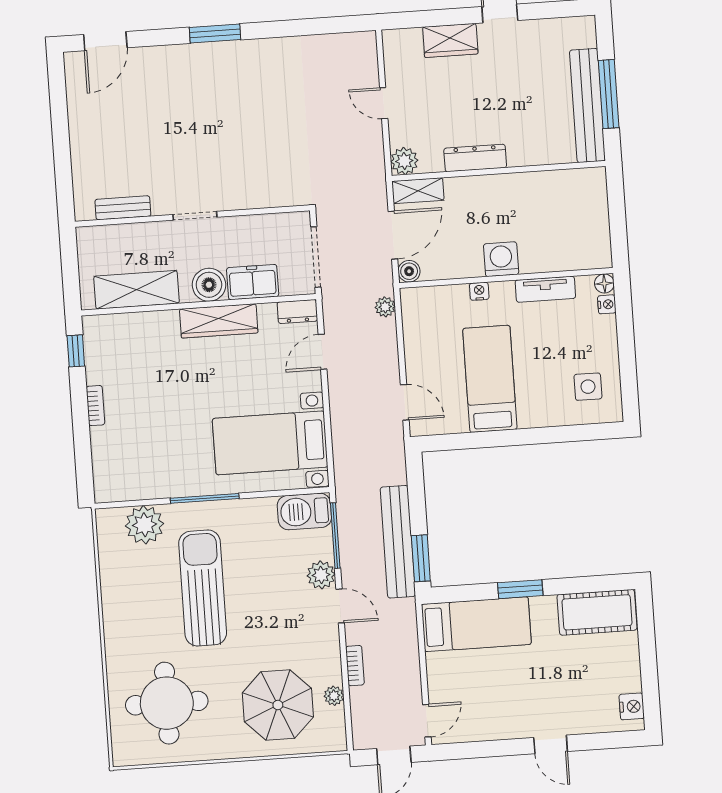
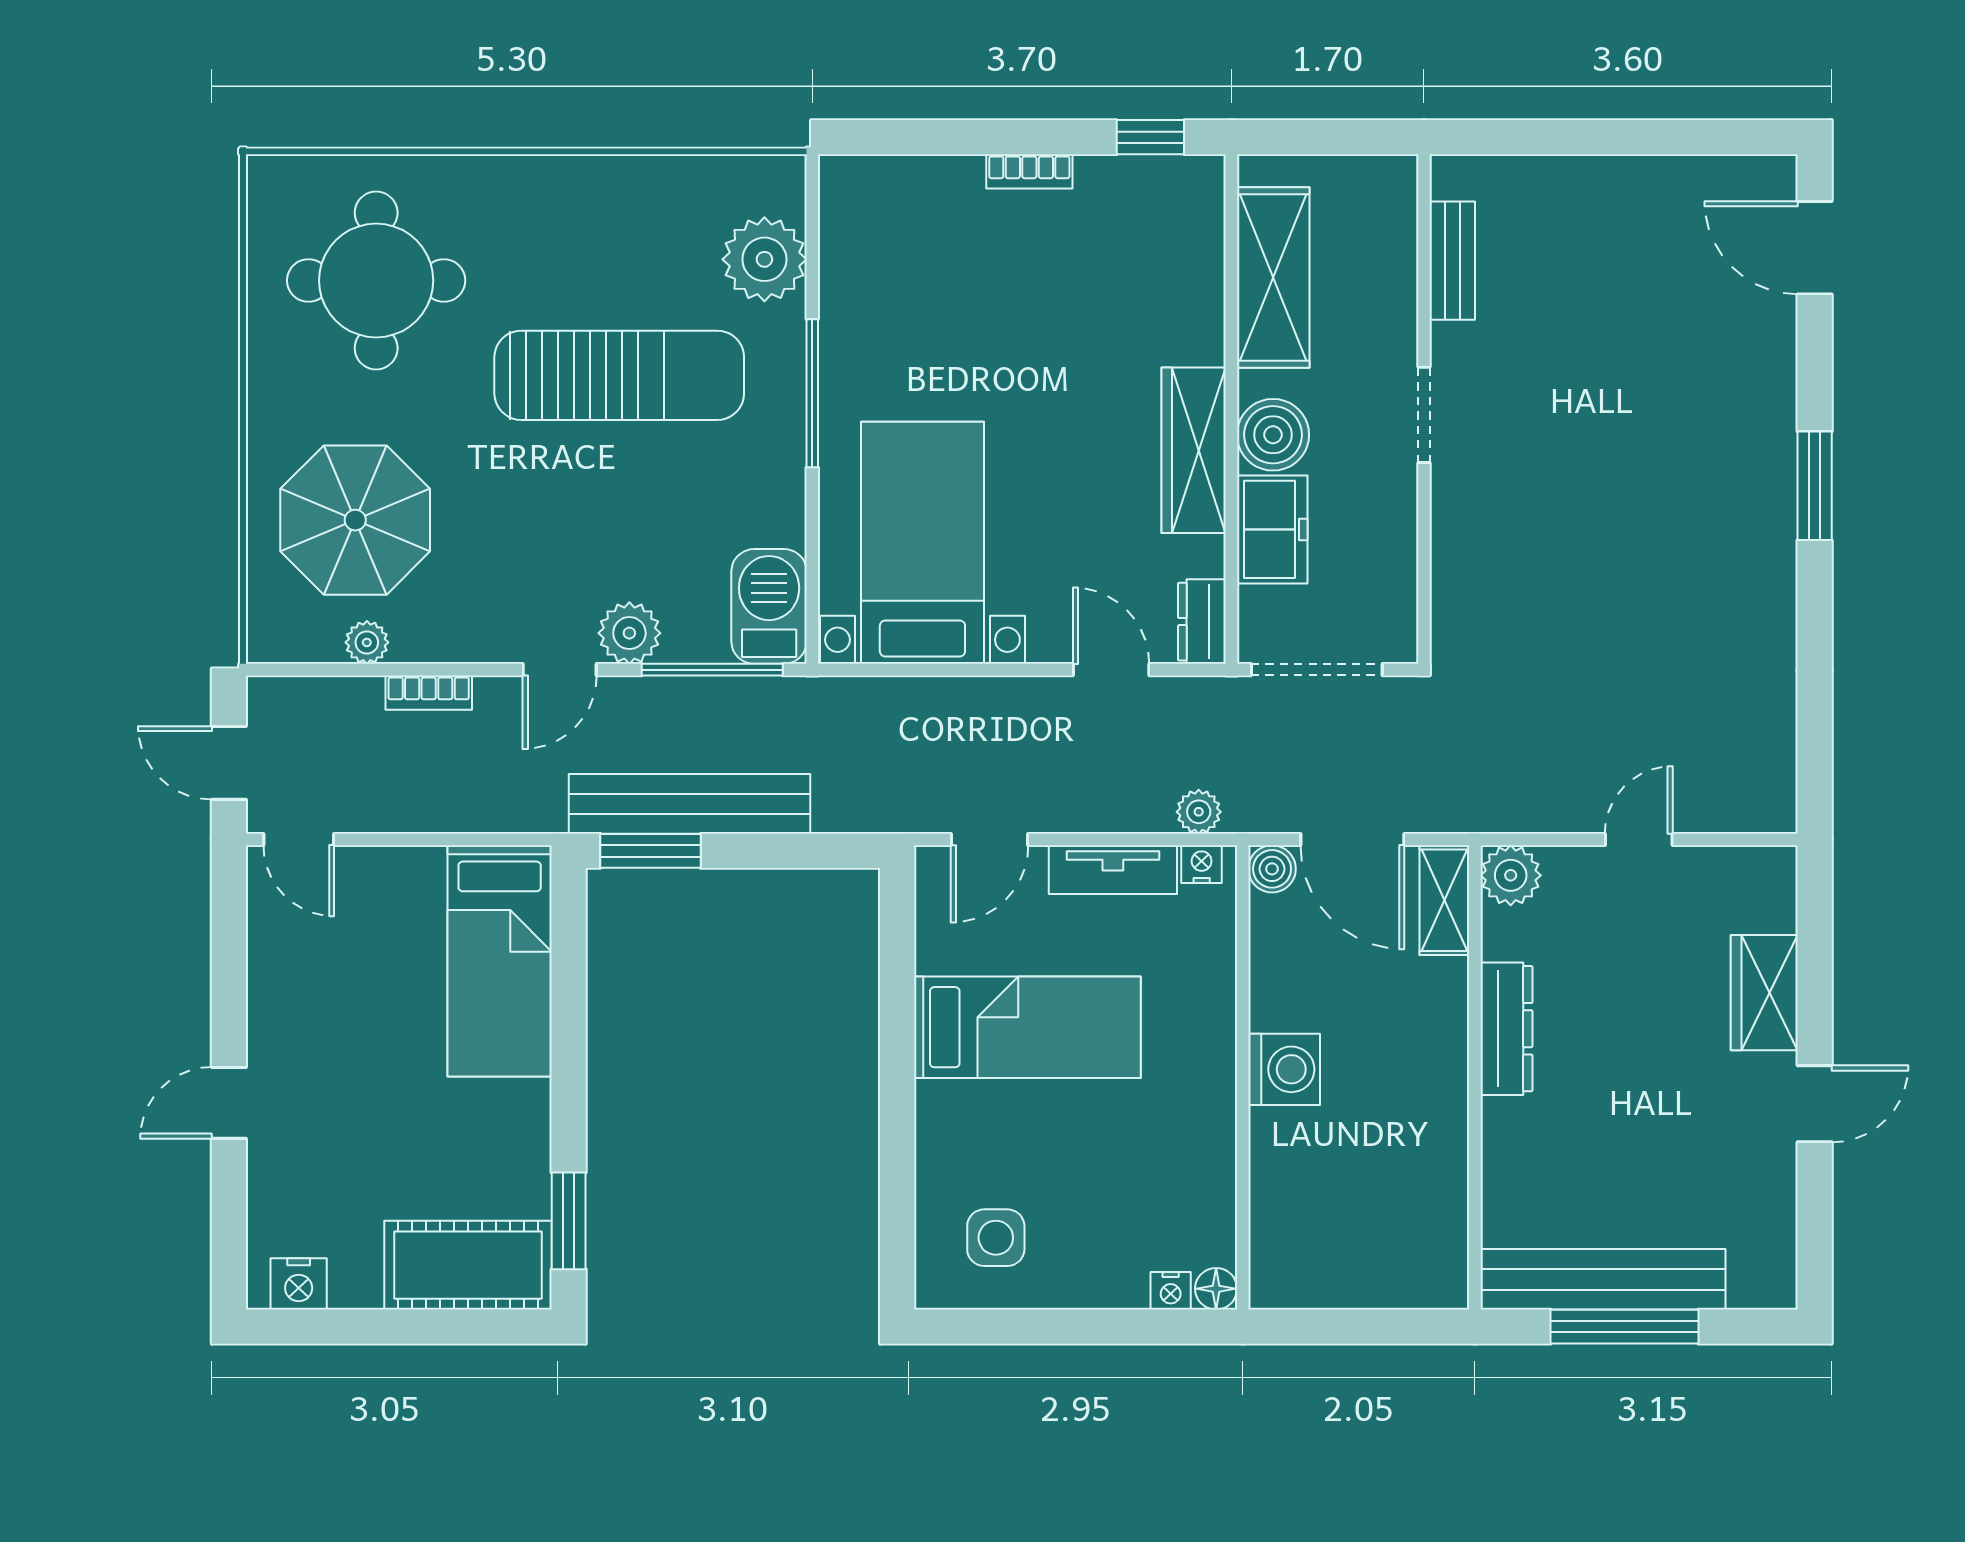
tv unit: (545, 289) -> (1113, 870), moved, turned -90
nightstand: (479, 291) -> (1202, 864), moved, turned -90
window: (520, 589) -> (569, 1221), moved
cot: (597, 612) -> (468, 1265), moved, turned 90

